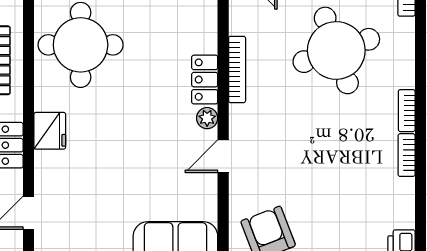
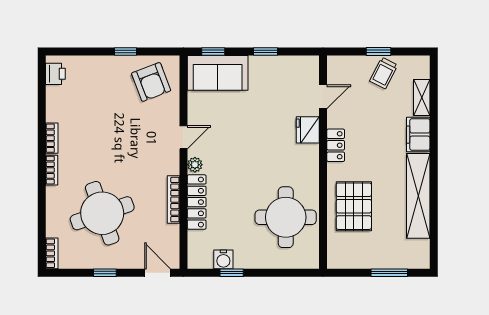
locker: (205, 80) -> (197, 202), width x1.53
fridge: (50, 131) -> (308, 130), moved

